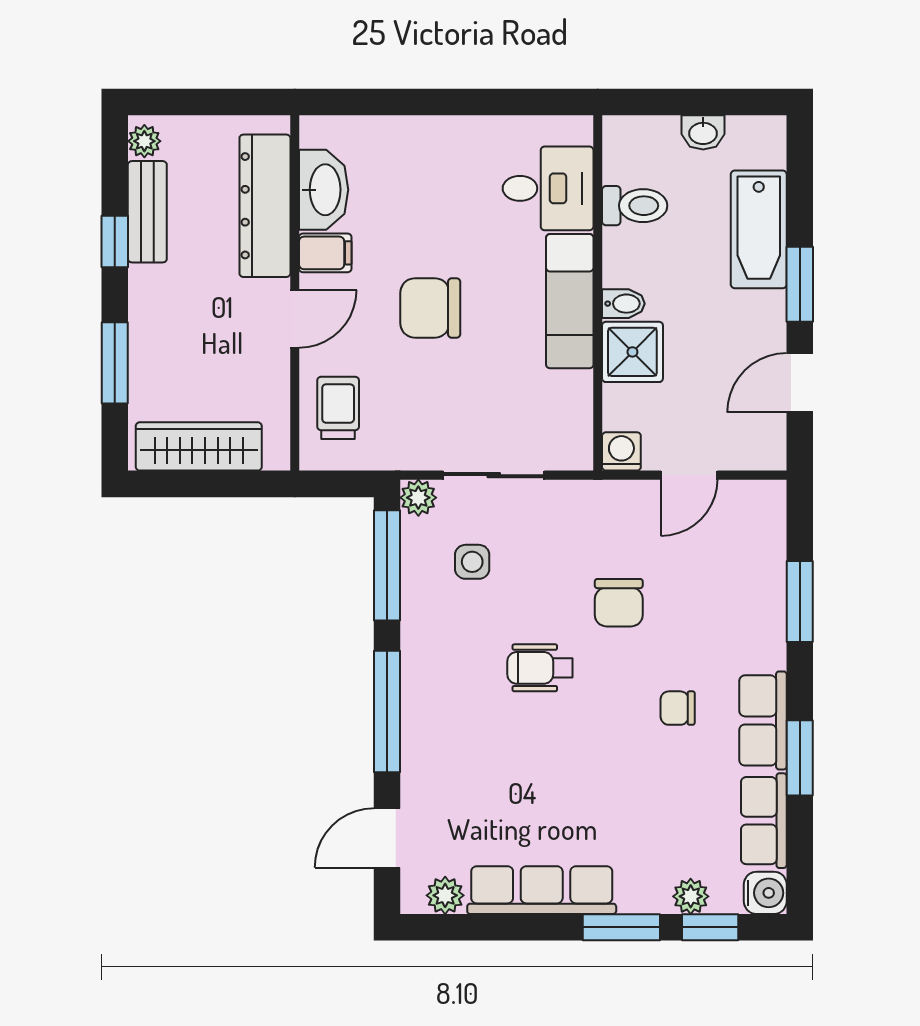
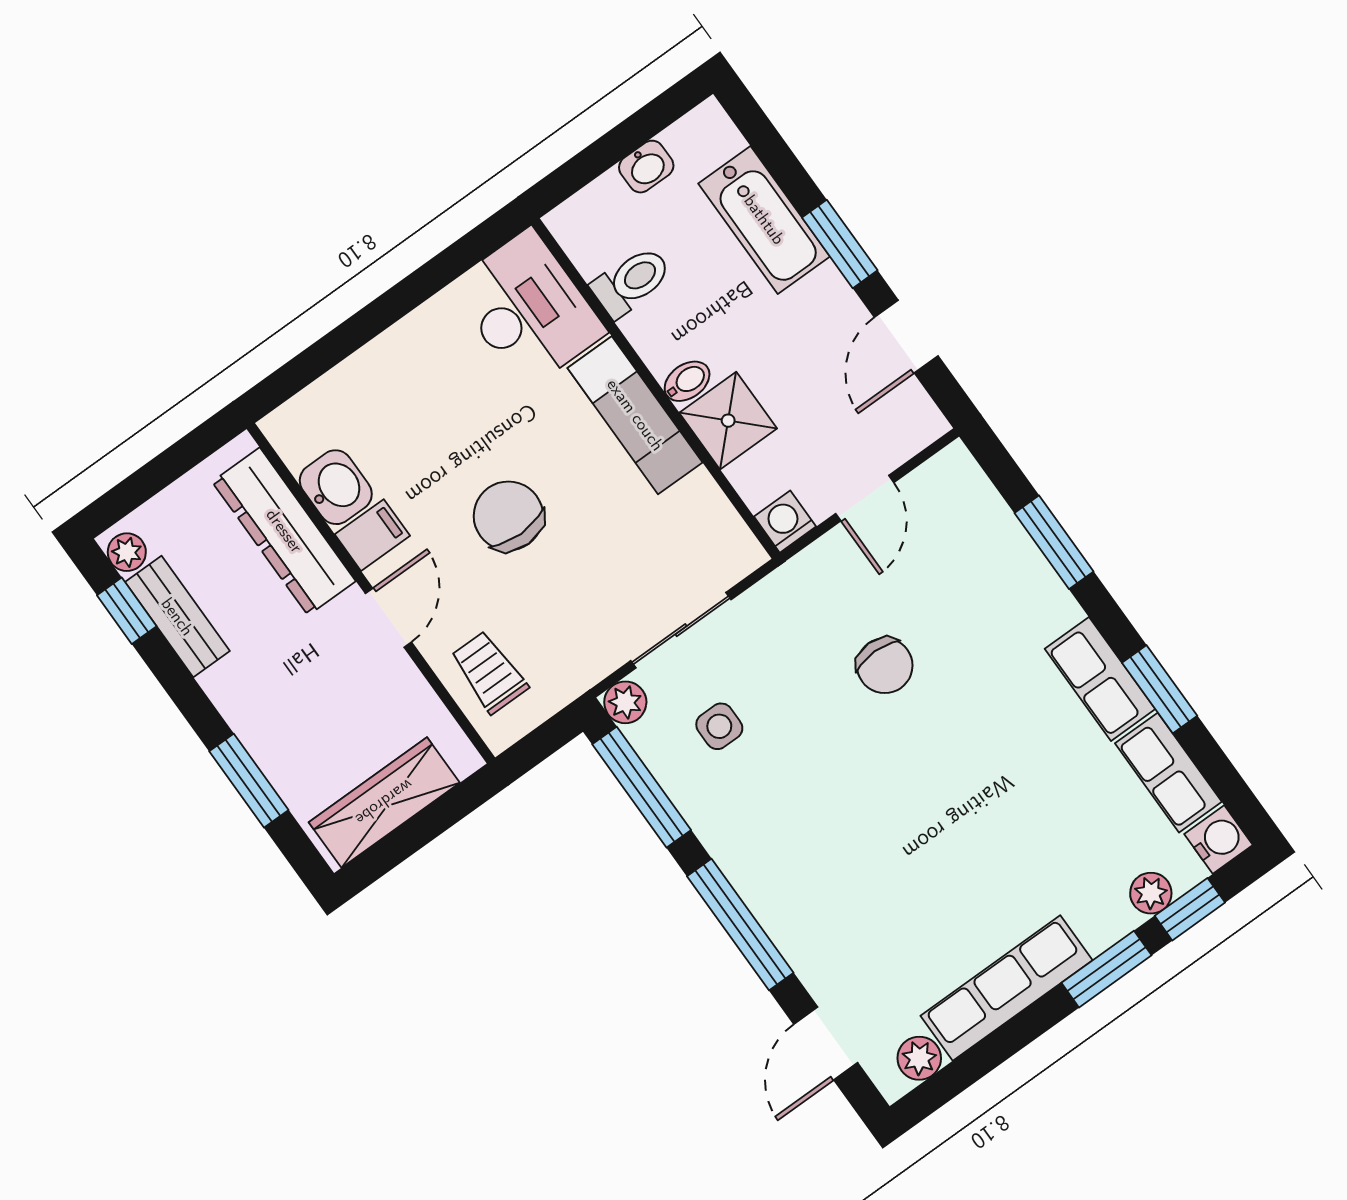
desk: (548, 188) -> (528, 309), width x1.37
washbasin: (324, 190) -> (336, 487), width x0.72
window: (115, 241) -> (127, 611), moved
chair: (430, 308) -> (508, 516), turned 90
wheelchair: (540, 668) -> (855, 780), removed
chair: (678, 708) -> (1011, 725), removed

